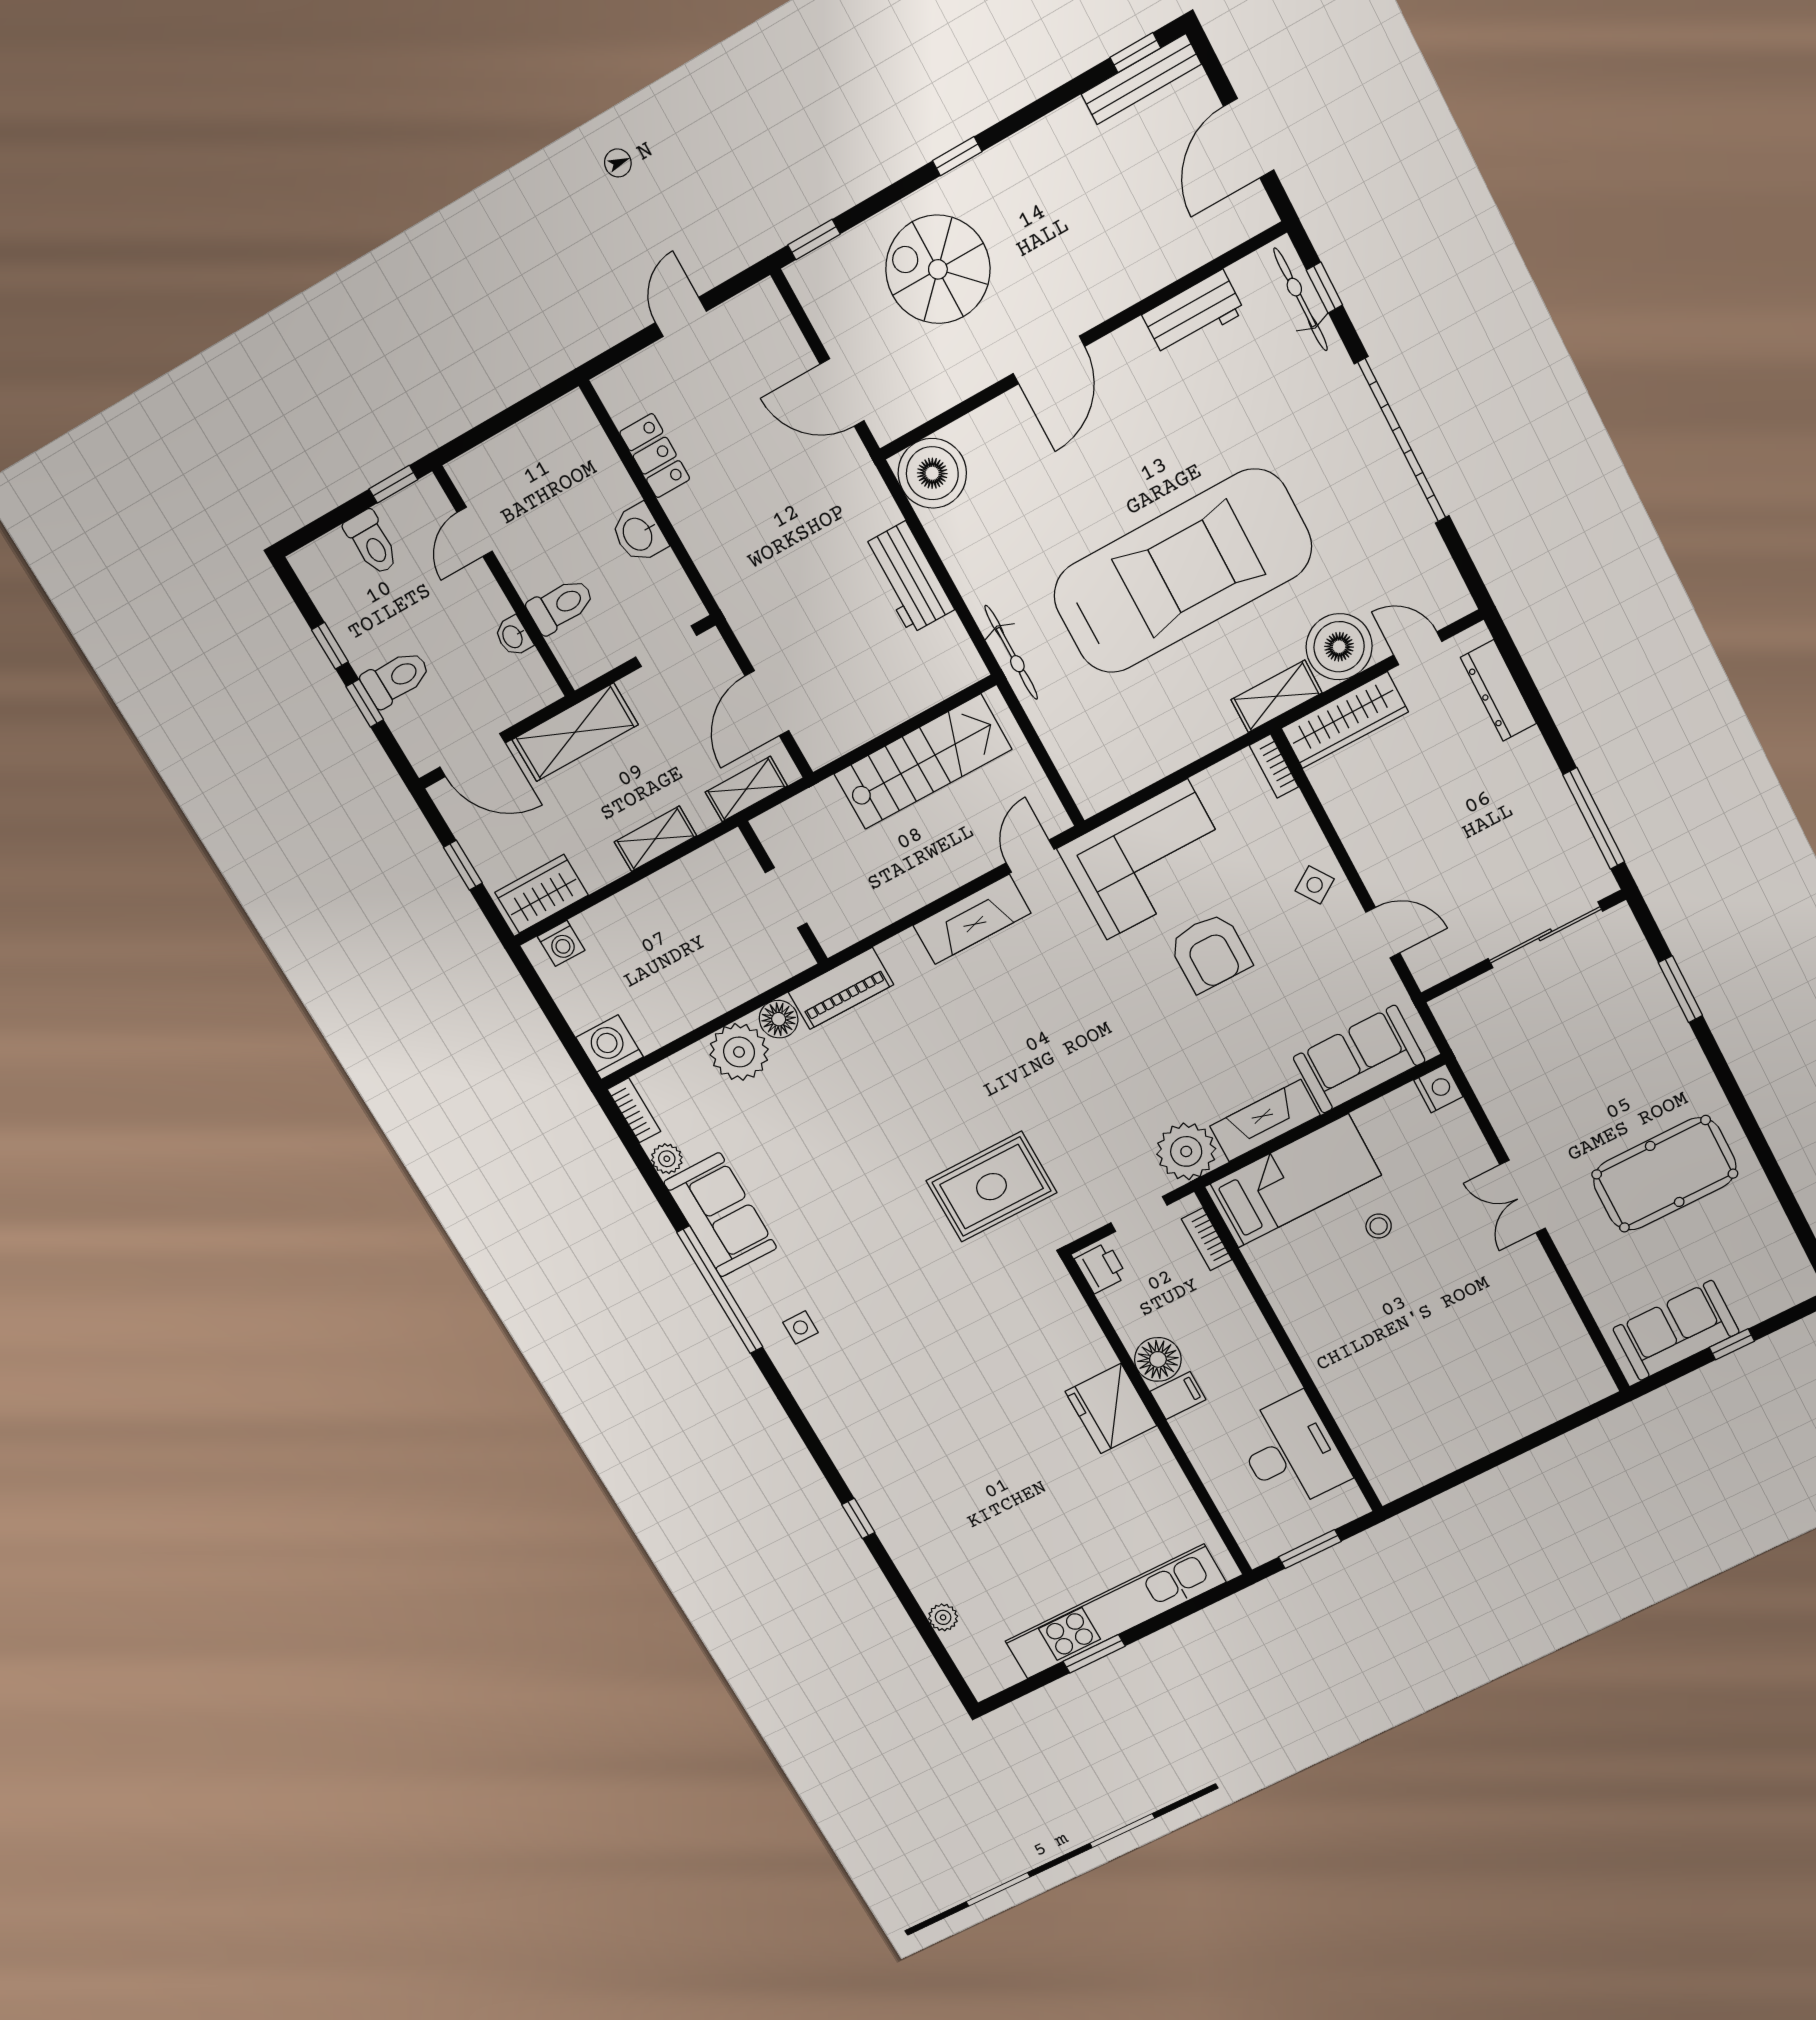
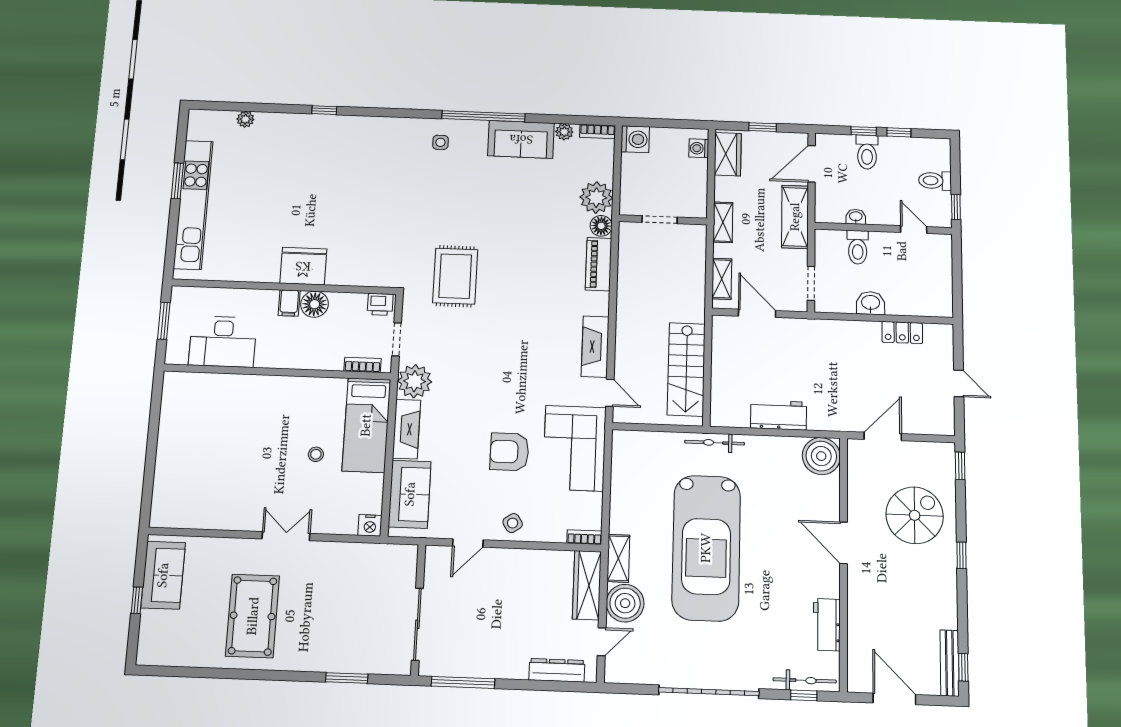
wall: (783, 893) -> (663, 220), moved
doorway: (786, 898) -> (660, 220), moved

